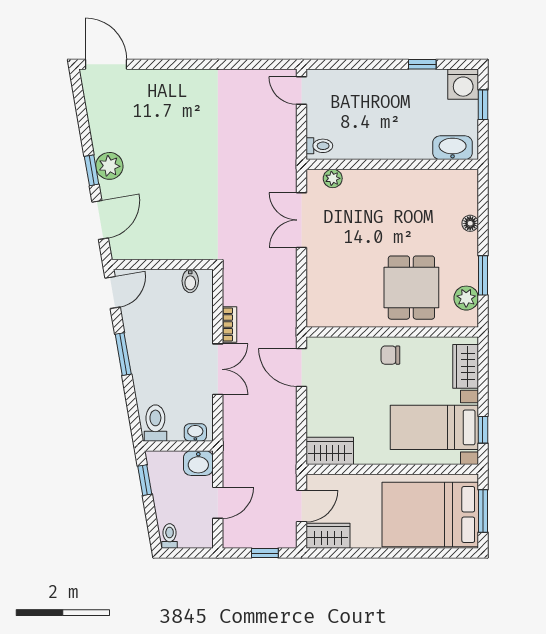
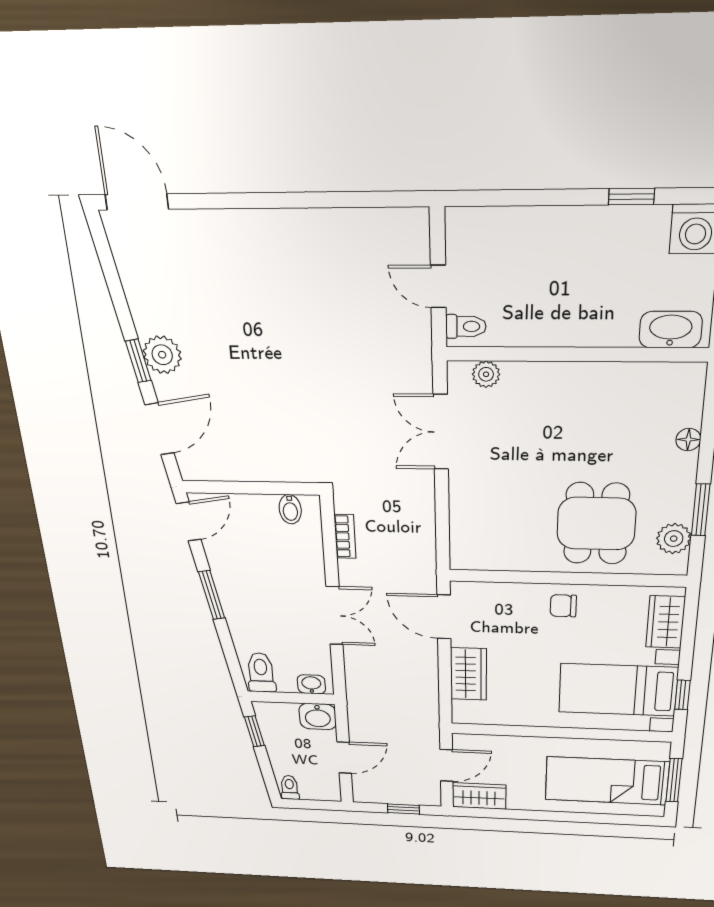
door: (301, 91) -> (438, 286), moved
bookcase: (230, 324) -> (345, 536), moved
wardrobe: (330, 451) -> (468, 674), moved, turned 90
bed: (430, 515) -> (607, 781), width x0.67

